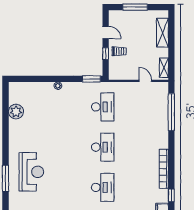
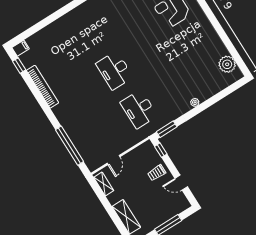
window: (106, 54) -> (161, 150), moved
door: (145, 81) -> (114, 160), hinge flipped
plant: (16, 112) -> (227, 64), moved
desk: (103, 187) -> (90, 32), removed

